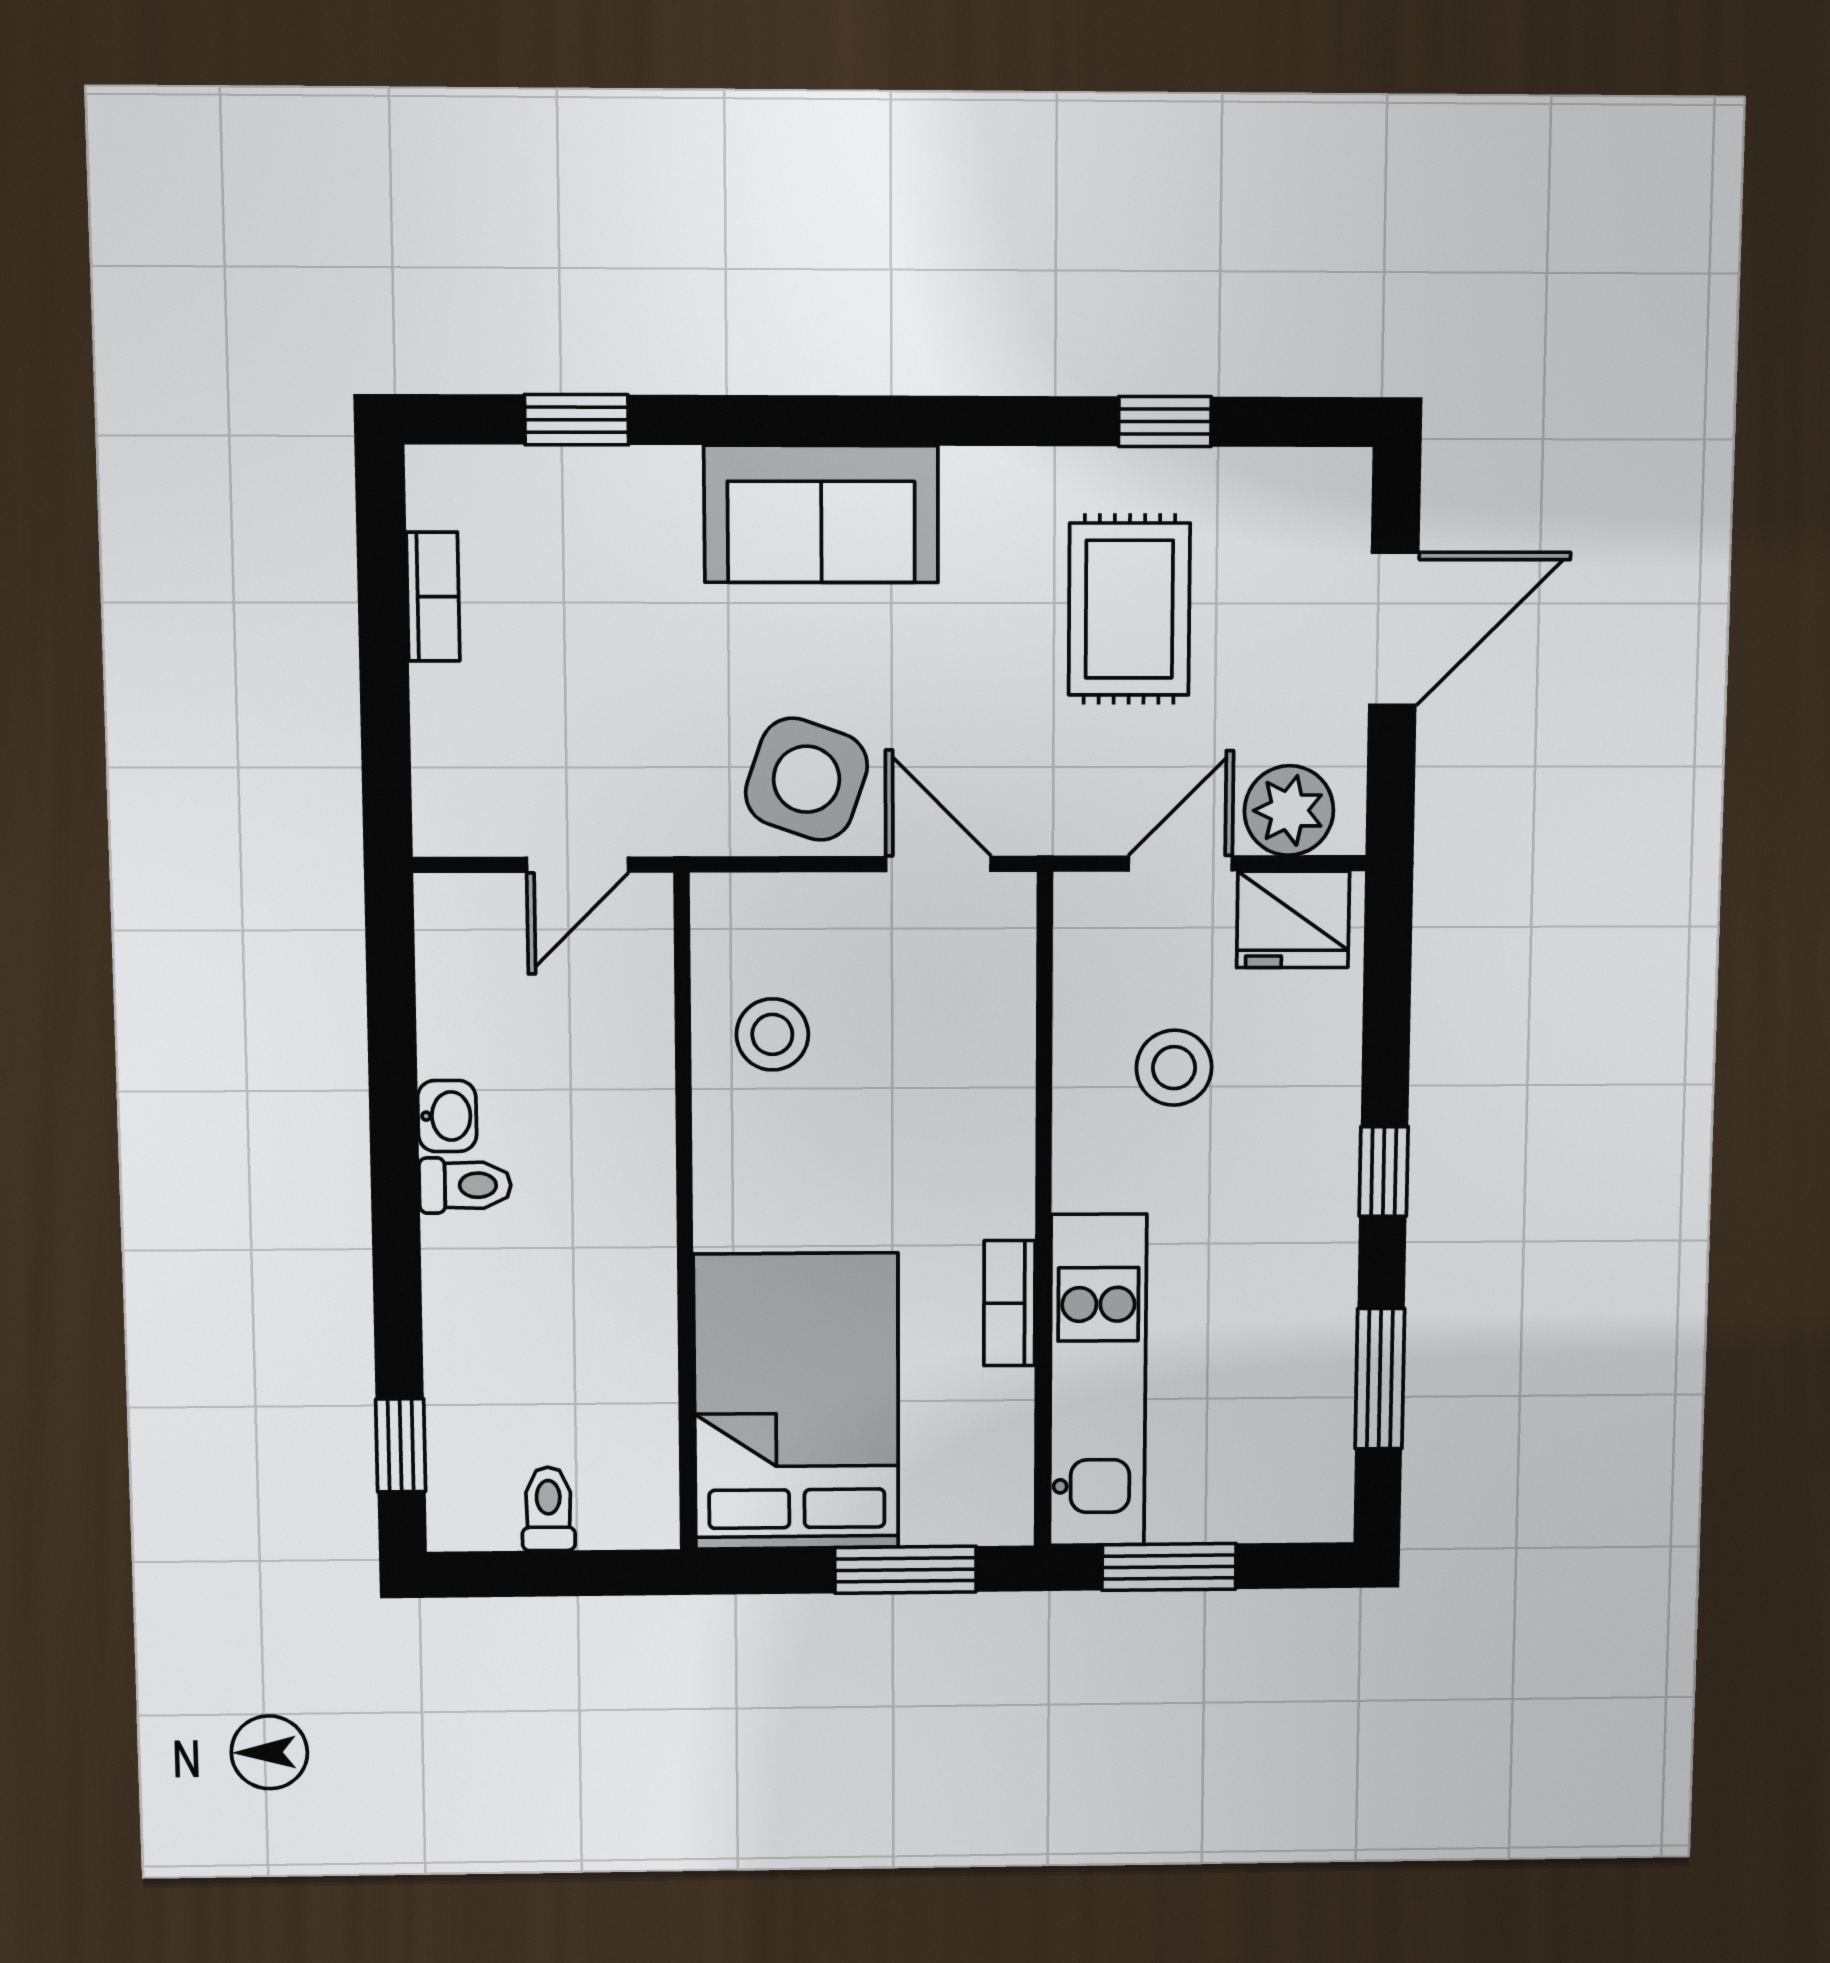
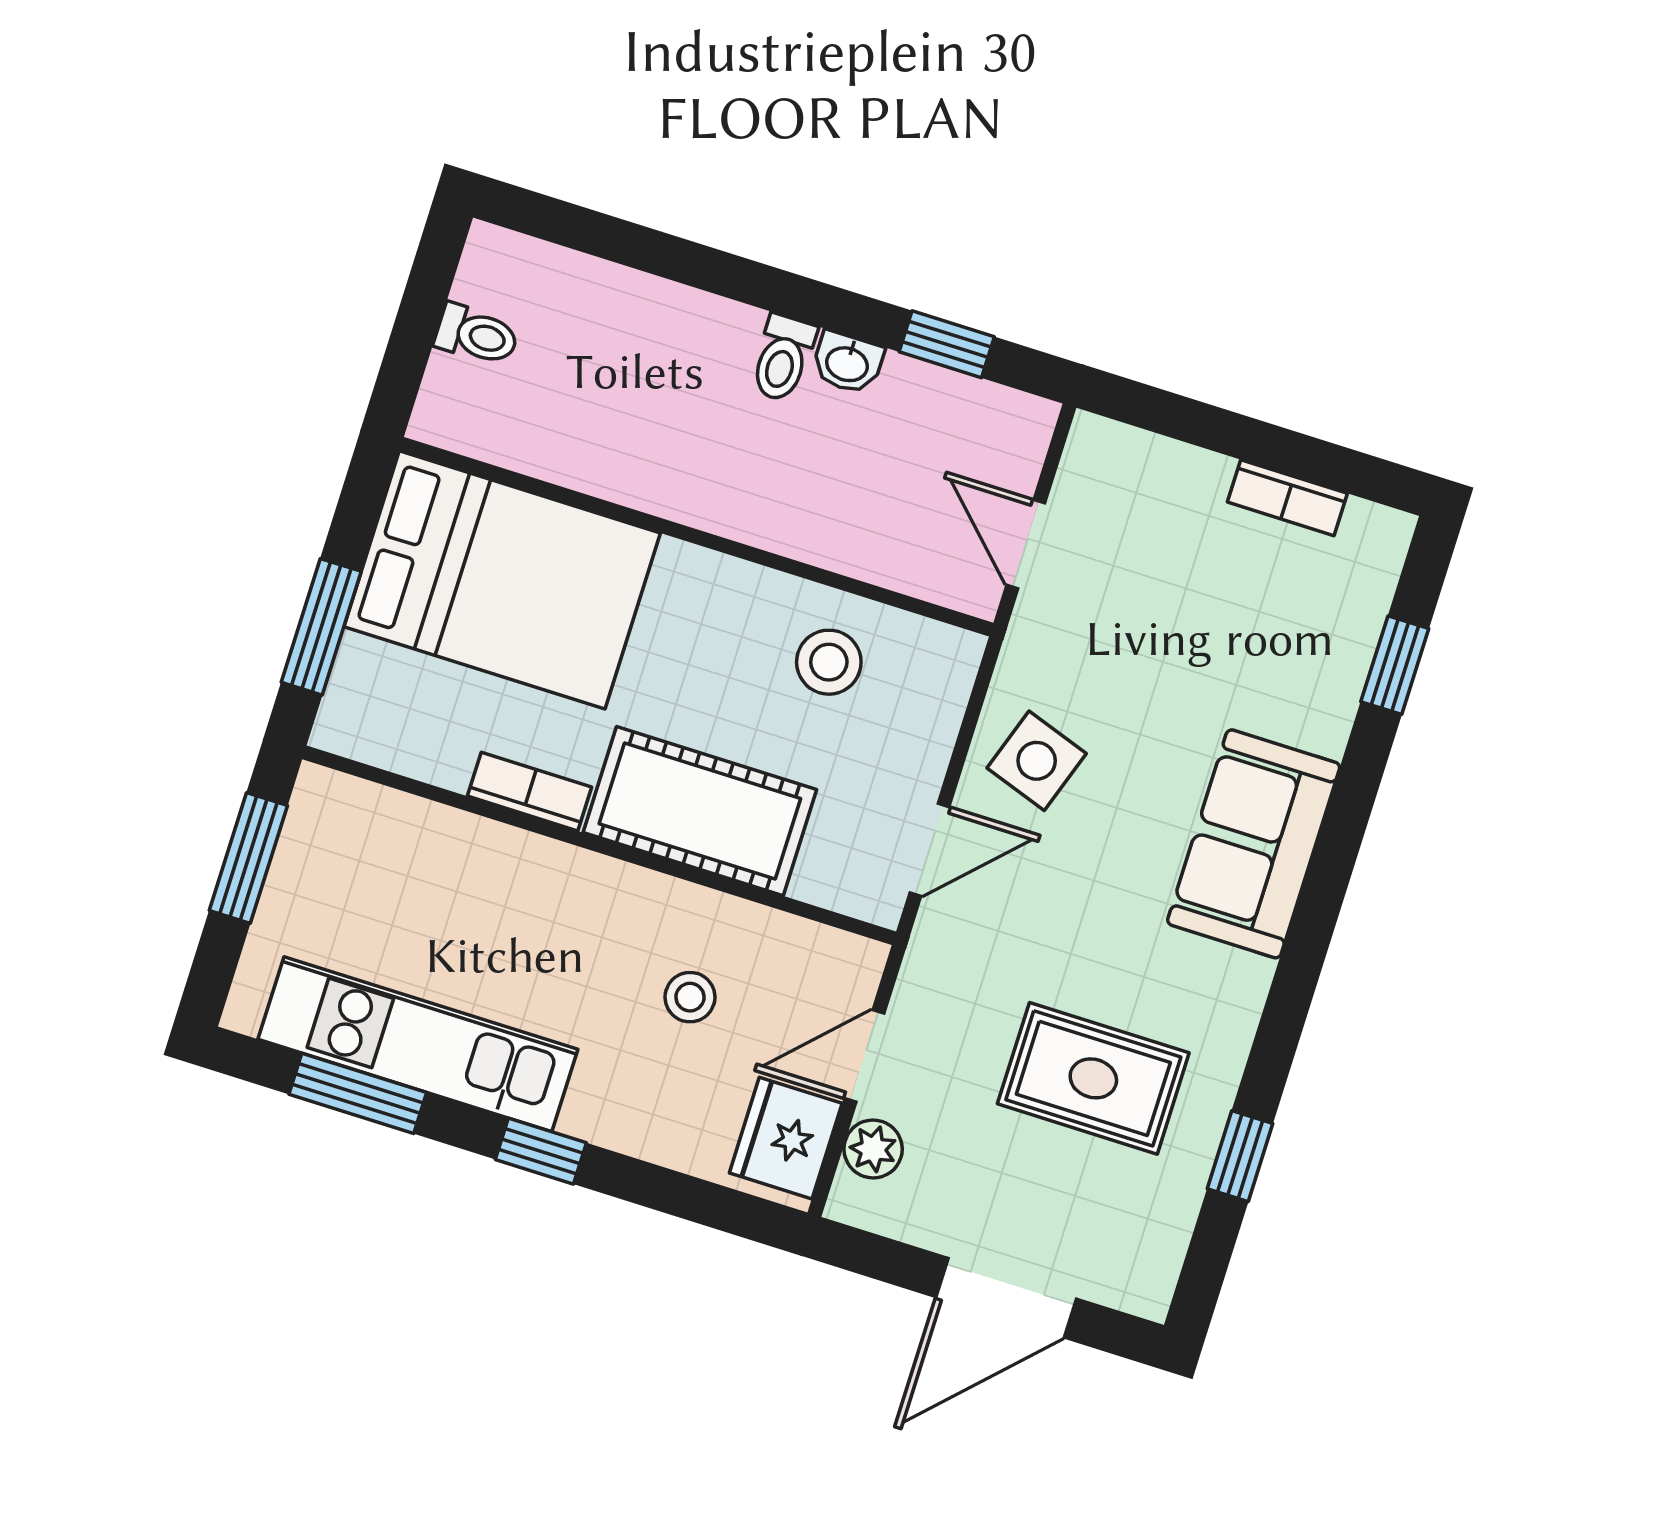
door: (1394, 629) -> (1006, 1298), hinge flipped
side table: (806, 779) -> (1037, 761), width x0.73, depth x0.73
plant: (1289, 810) -> (873, 1149), width x0.73, depth x0.73
door: (1180, 863) -> (864, 1056), swing flipped
stool: (1174, 1068) -> (690, 997), width x0.73, depth x0.73
cot: (974, 1120) -> (700, 811), added
kitchen unit: (1098, 1381) -> (418, 1044), moved, turned 180
window: (401, 1445) -> (947, 344), moved

